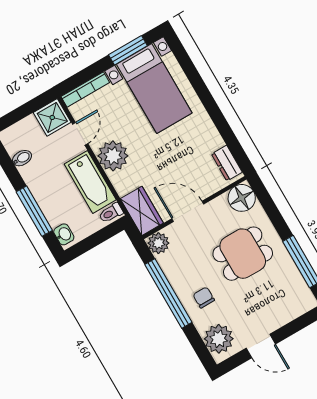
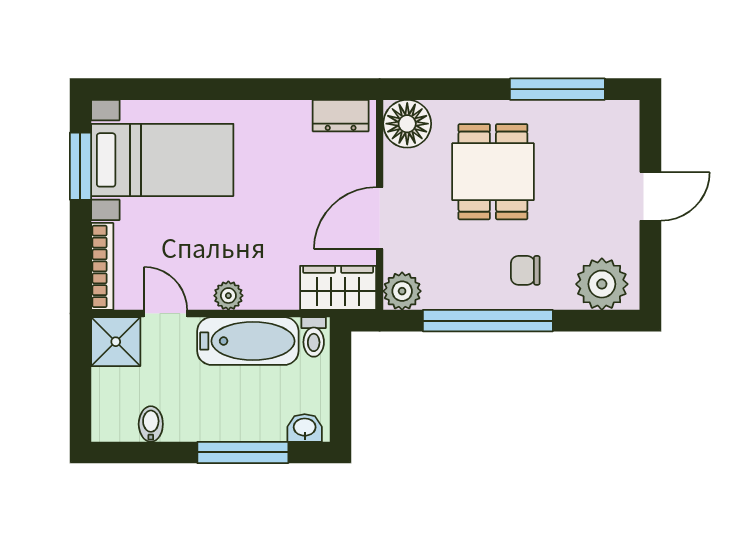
plant: (113, 156) -> (228, 296), width x0.53, depth x0.53
door: (261, 346) -> (650, 196), moved

